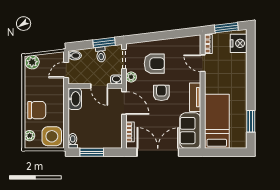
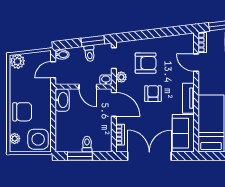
toilet: (73, 141) -> (87, 144), moved

